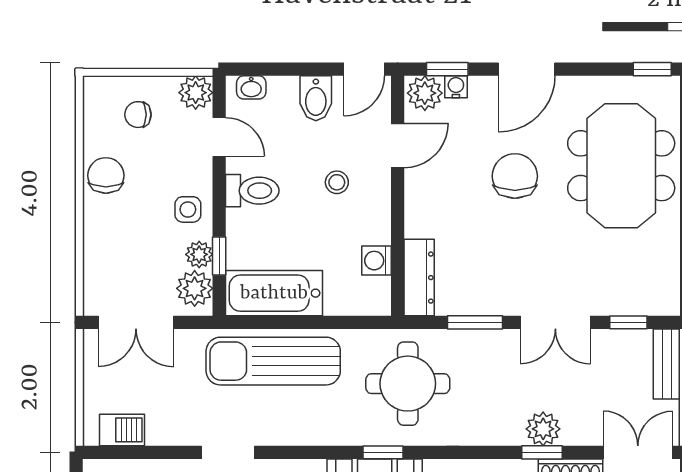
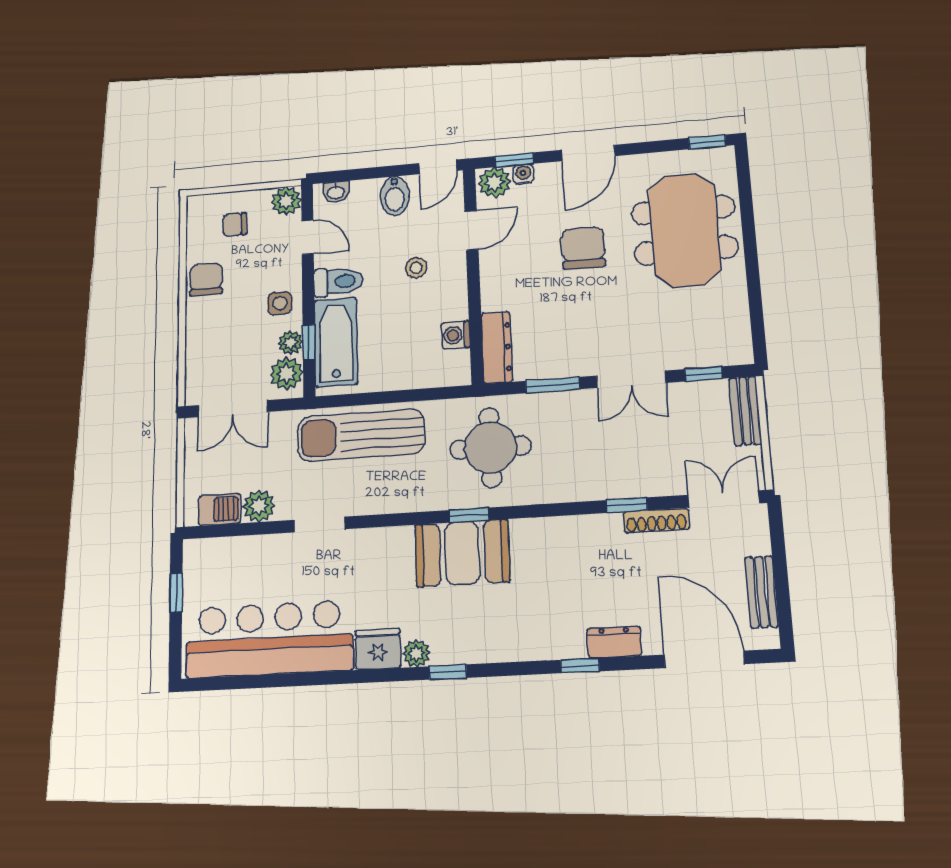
bathtub: (274, 293) -> (336, 342), moved, turned 90
plant: (543, 429) -> (259, 506), moved

